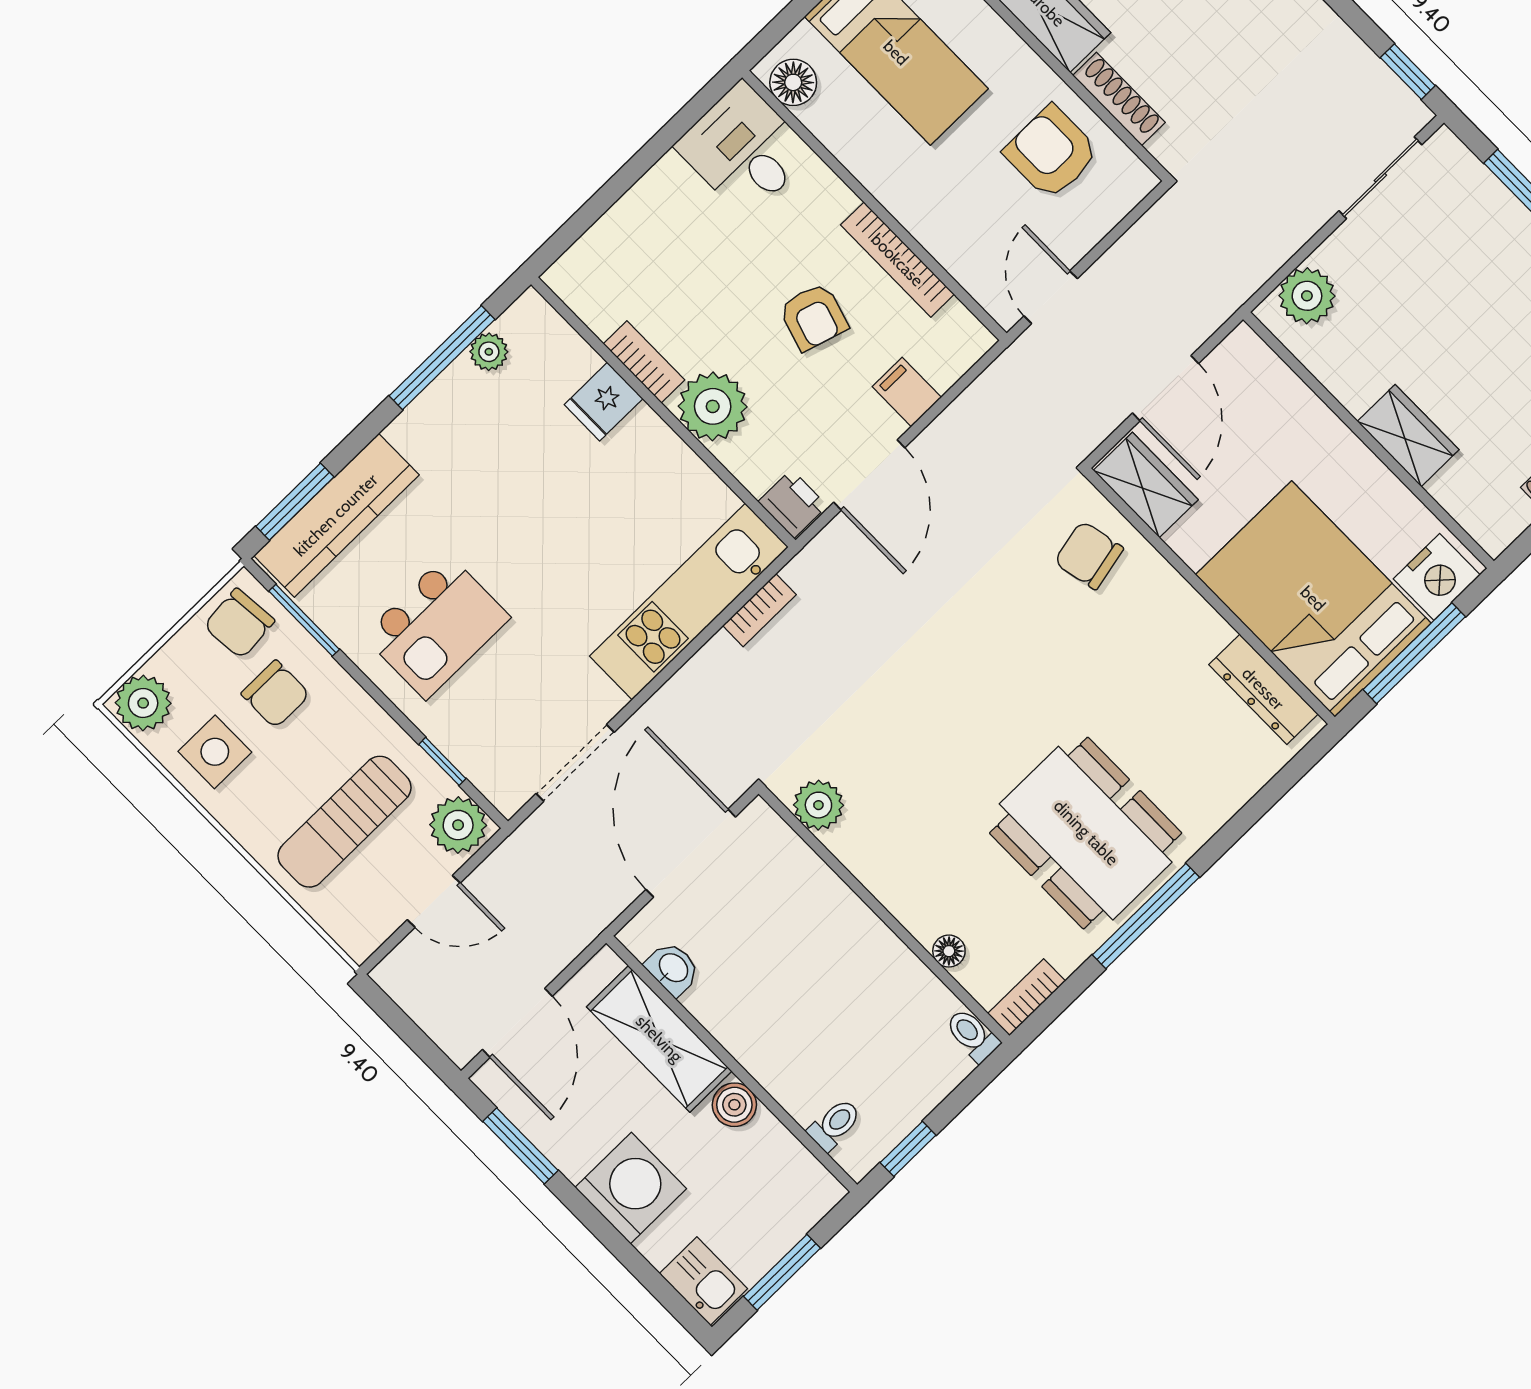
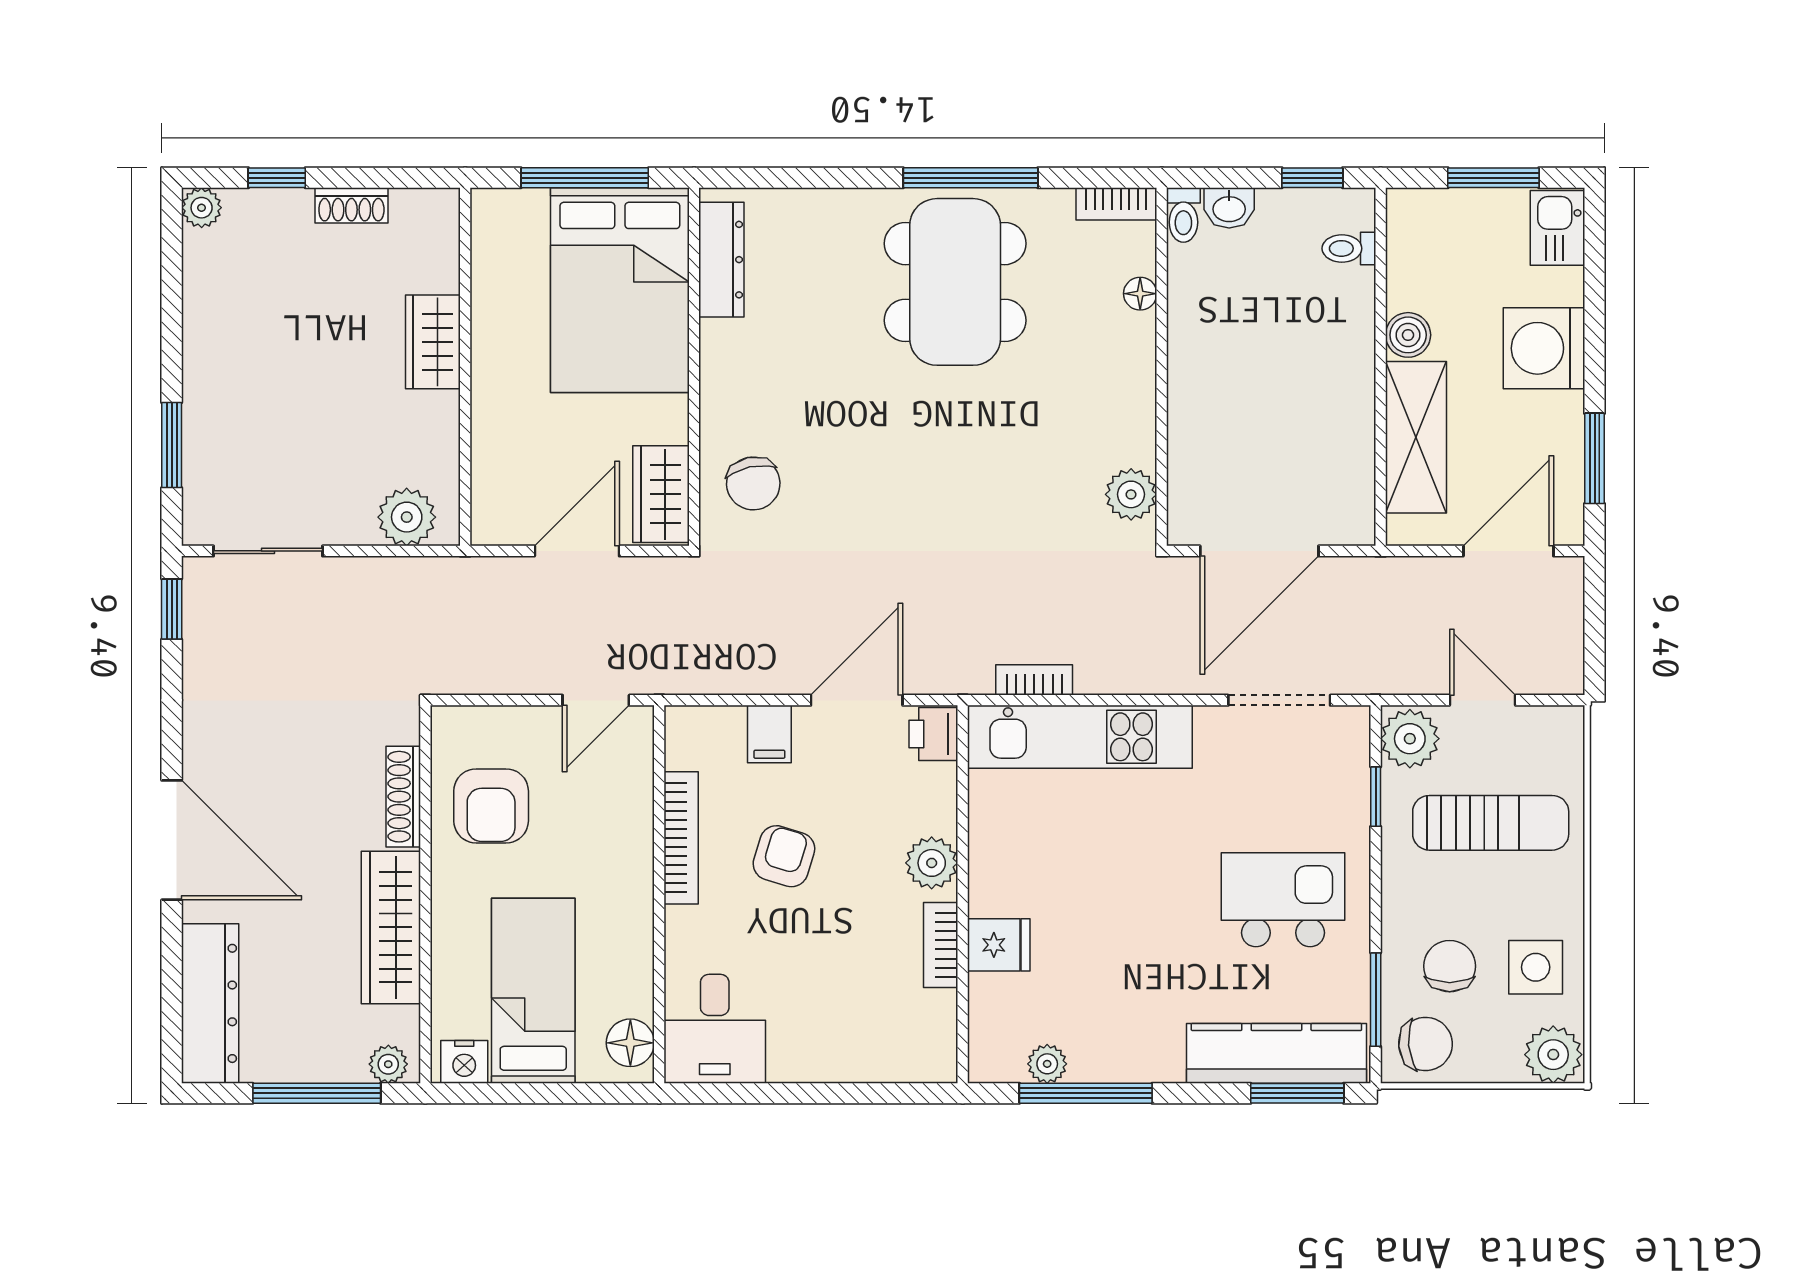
plant: (713, 406) -> (932, 863), width x0.73, depth x0.73
nightstand: (1437, 577) -> (513, 218), removed
washbasin: (673, 969) -> (1229, 208), moved, turned -90

